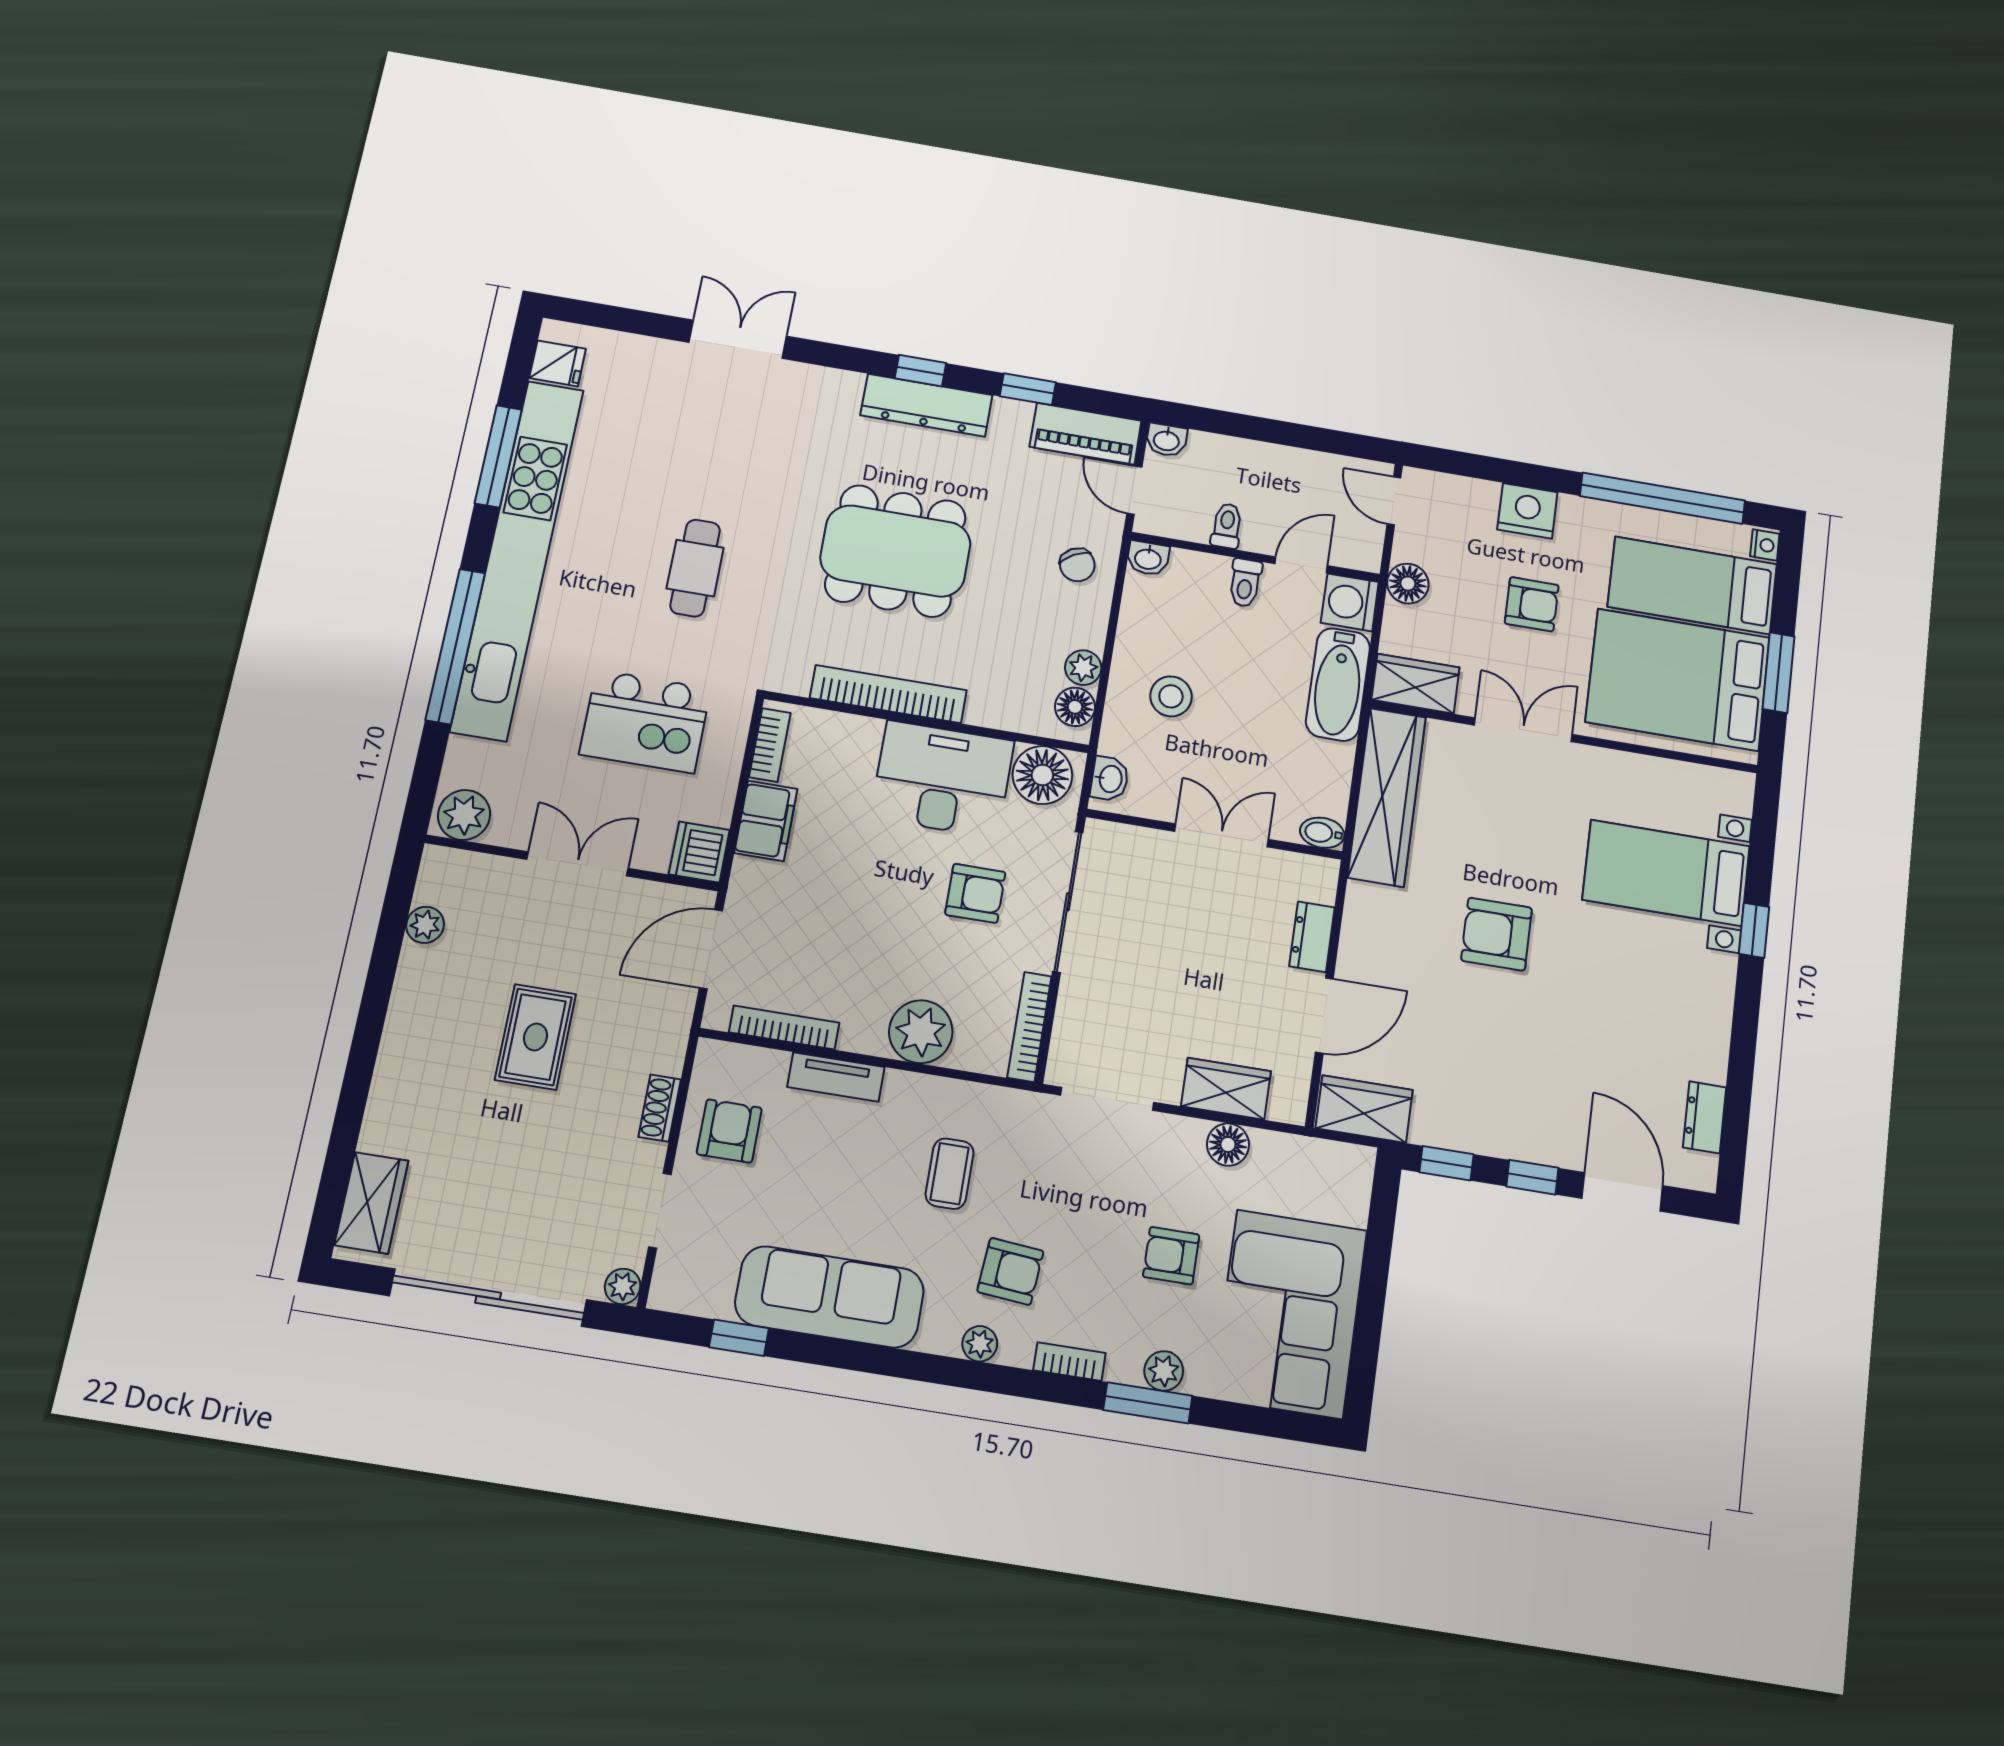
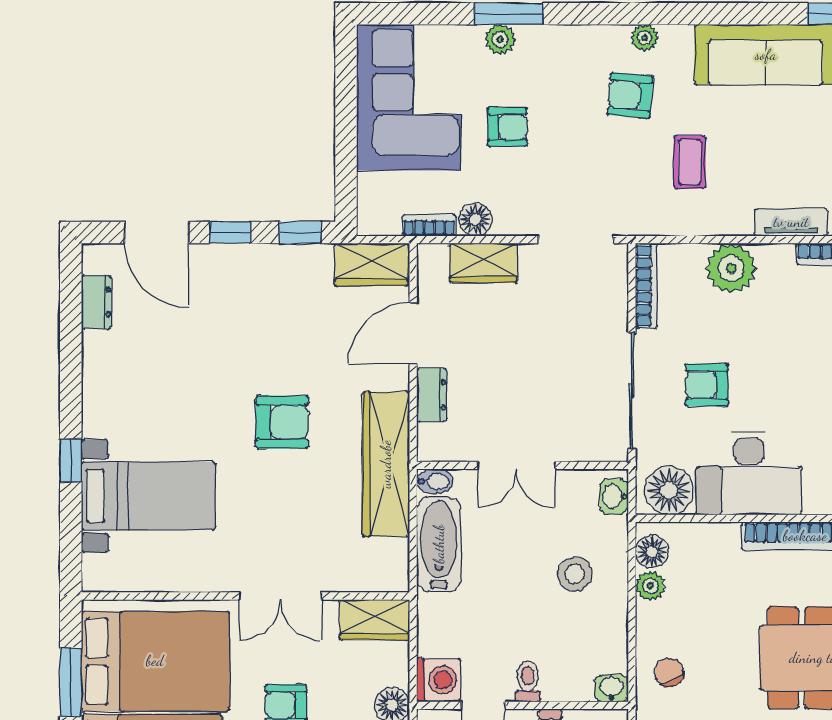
bathtub: (1338, 684) -> (439, 544), moved
wardrobe: (1387, 797) -> (386, 464), moved
bookcase: (1069, 1362) -> (429, 225), moved, turned 180

